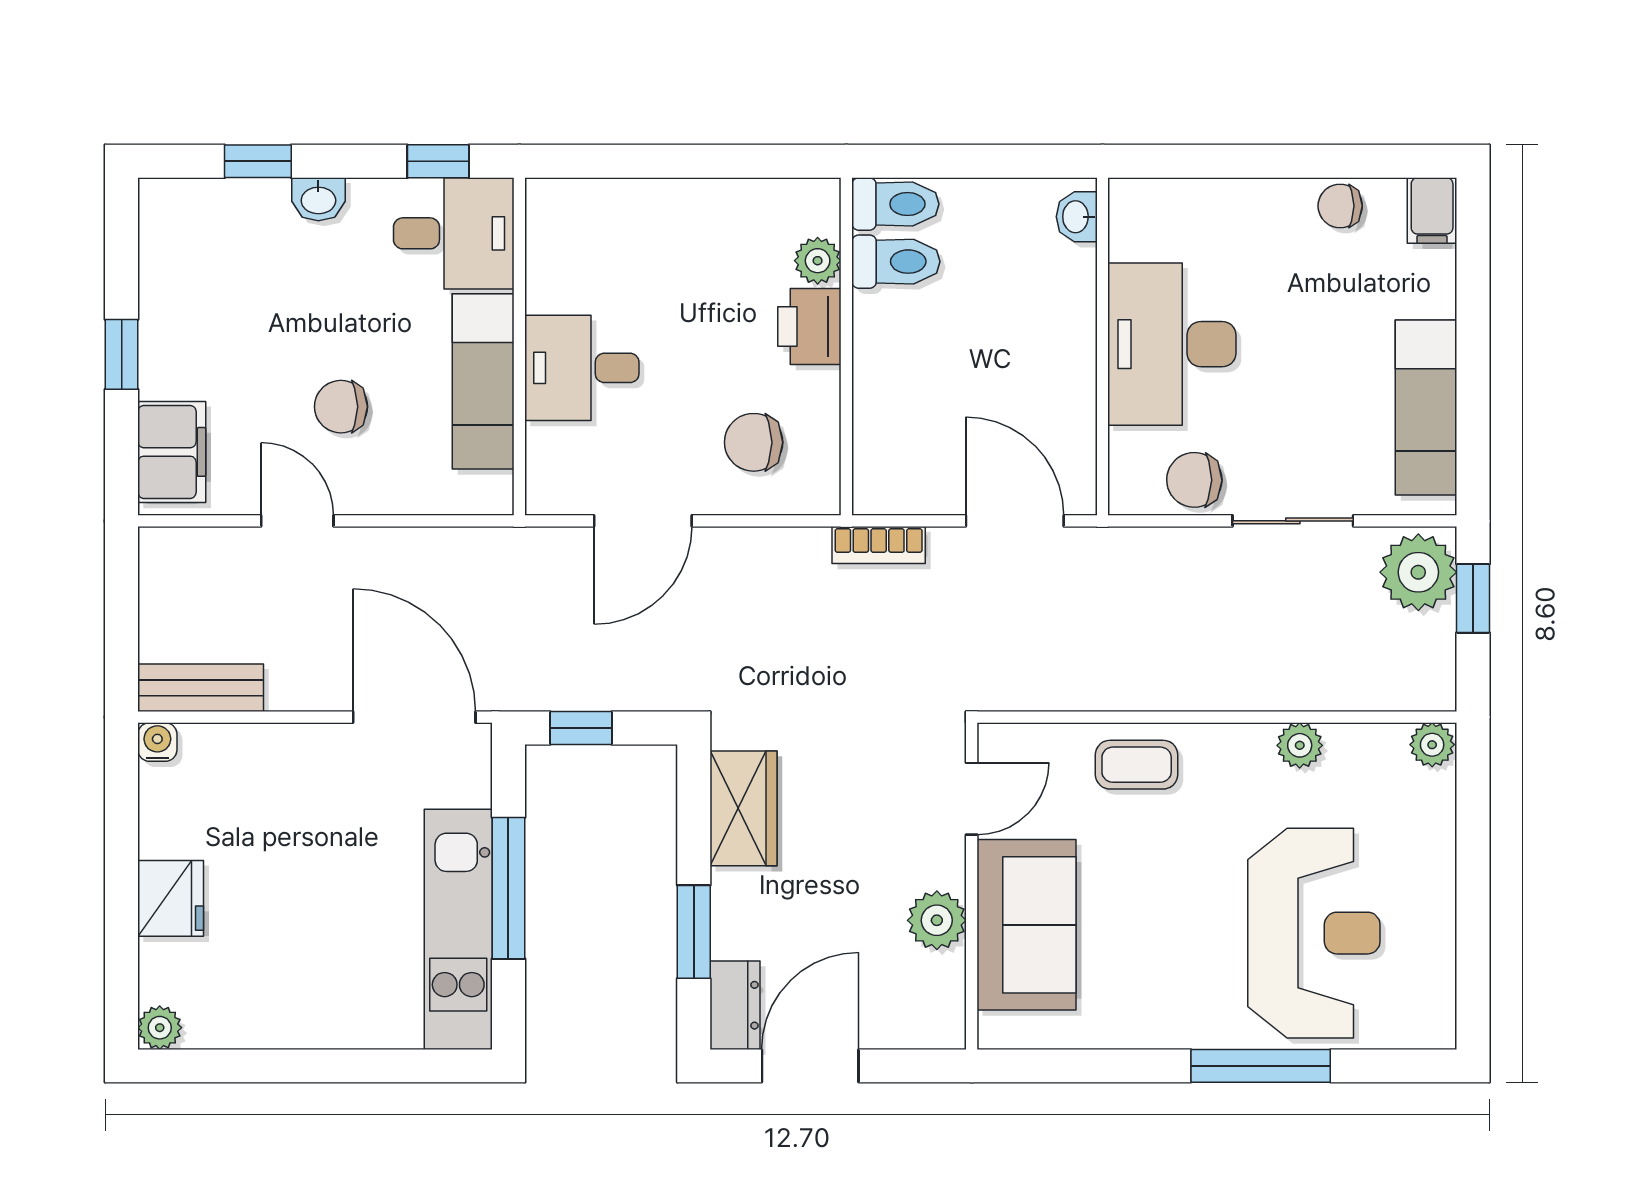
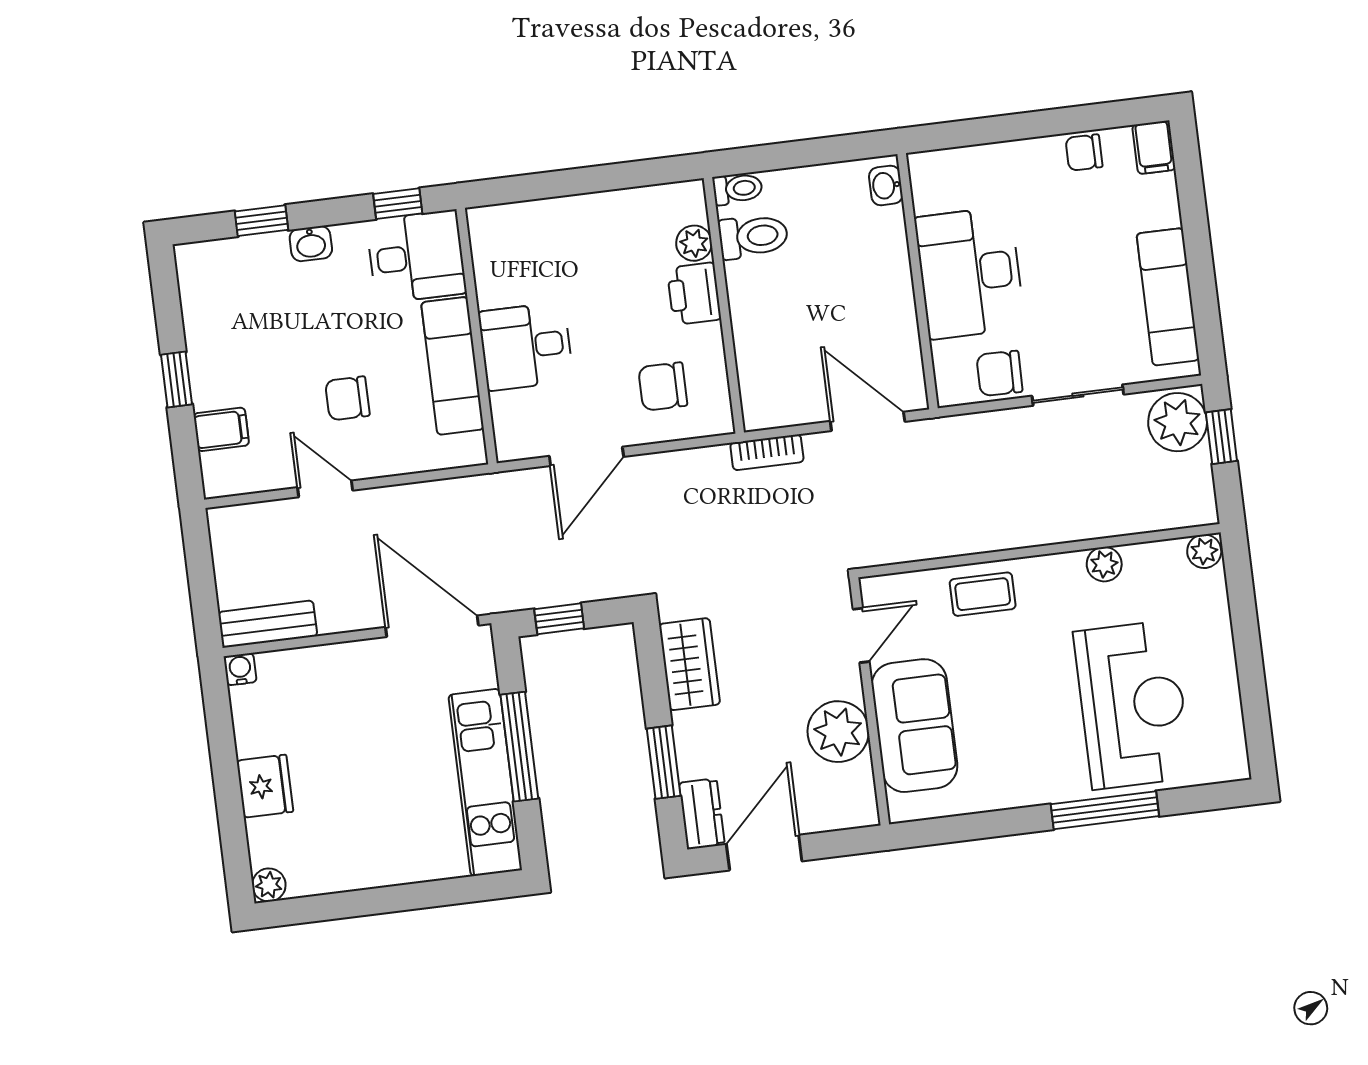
toilet: (895, 204) -> (738, 189), width x0.73, depth x0.72
filing cabinet: (172, 452) -> (221, 429), width x0.50
plant: (937, 920) -> (838, 732), width x1.36, depth x1.36

